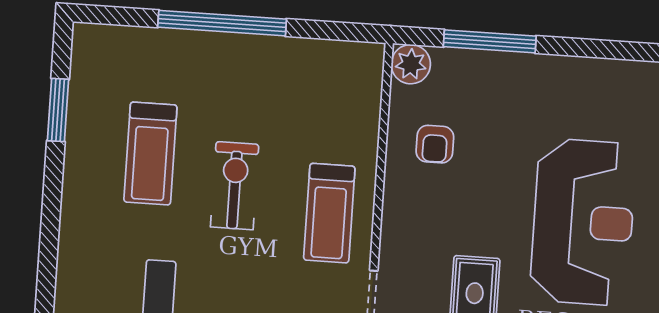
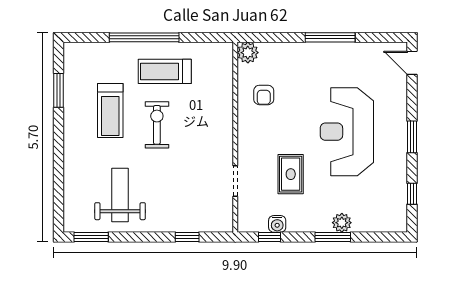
window: (490, 41) -> (330, 37), moved
treadmill: (329, 213) -> (165, 71), moved, turned 90
reception desk: (583, 222) -> (347, 132), turned 180

